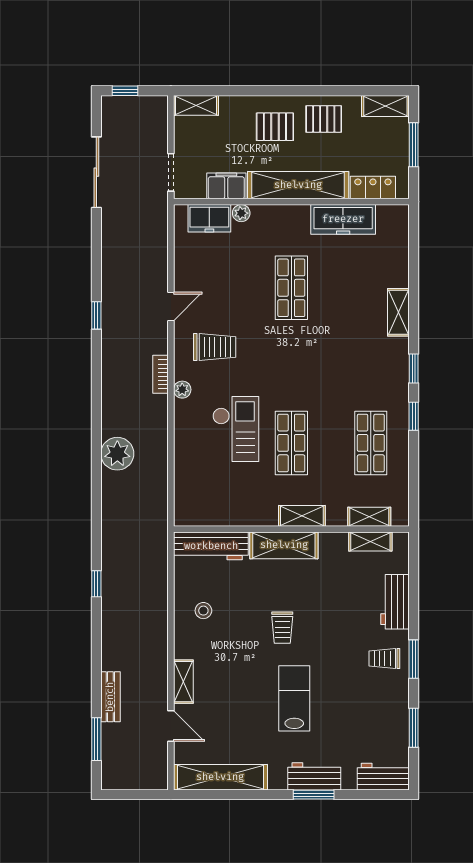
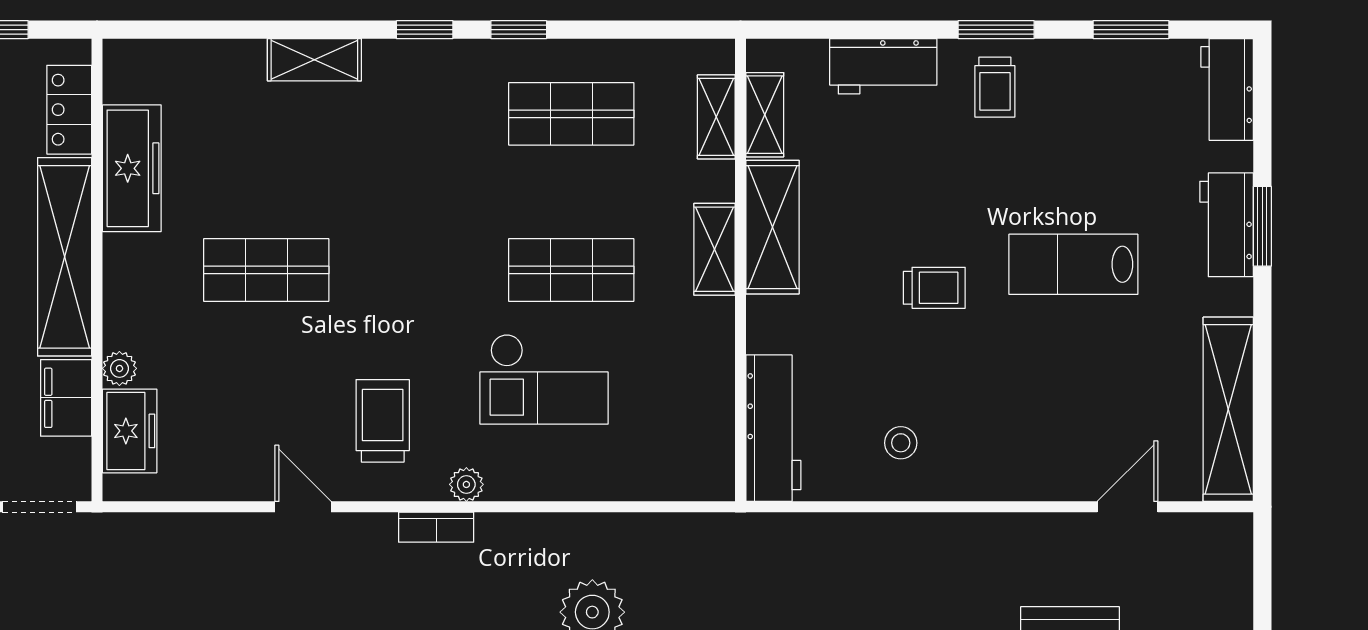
checkout: (236, 429) -> (544, 379), turned 180
shelving: (284, 545) -> (773, 227), moved
shelving: (183, 682) -> (1040, 482), removed

